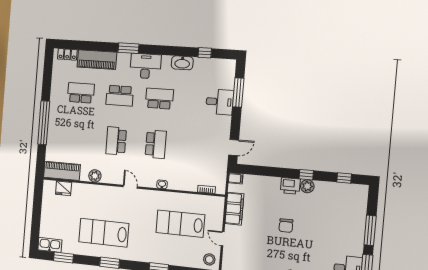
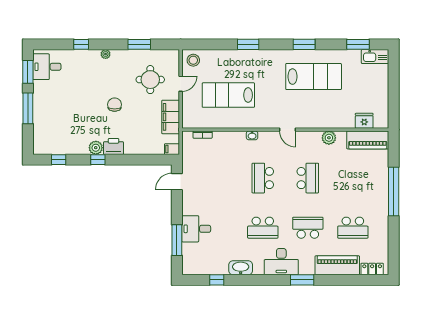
lab bench: (180, 224) -> (228, 95), turned 180
door: (223, 239) -> (181, 84), hinge flipped
round table: (250, 246) -> (150, 80), added

